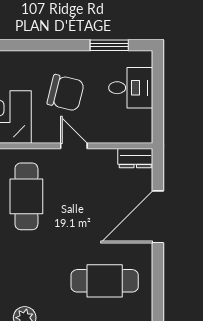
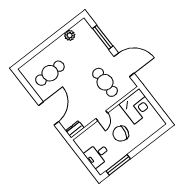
window: (109, 45) -> (118, 165), width x1.44
door: (74, 146) -> (102, 116), hinge flipped

